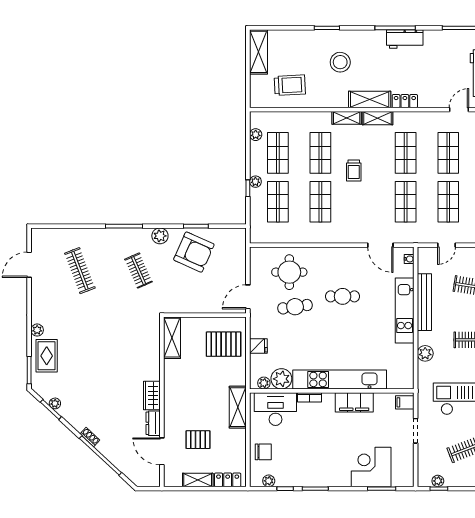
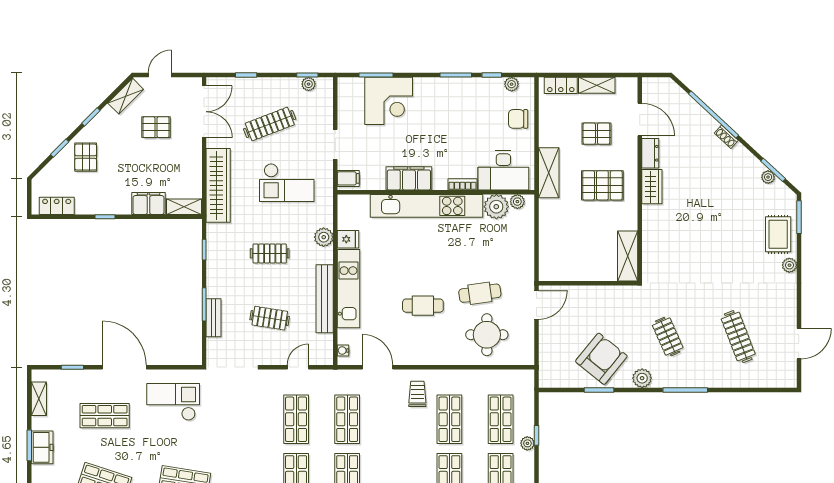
trolley: (354, 171) -> (417, 394), moved
armchair: (194, 252) -> (601, 359), turned 105
pallet: (224, 344) -> (602, 185), moved
fridge: (258, 346) -> (348, 239), moved, turned 180

